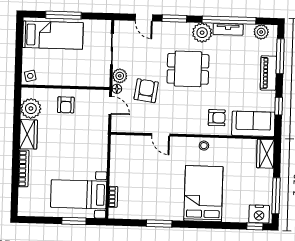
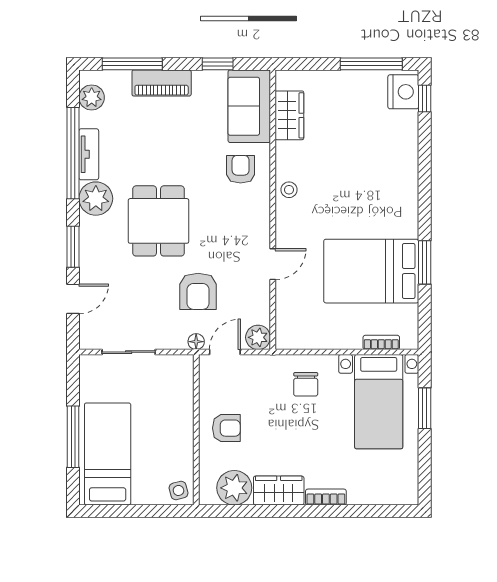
plant: (120, 76) -> (258, 337), moved
armchair: (146, 91) -> (198, 291), turned -98
chair: (90, 152) -> (306, 384), added
wardrobe: (265, 154) -> (289, 115), moved, turned -90
bookcase: (24, 168) -> (326, 497), width x0.64
bed: (203, 194) -> (371, 271), moved

